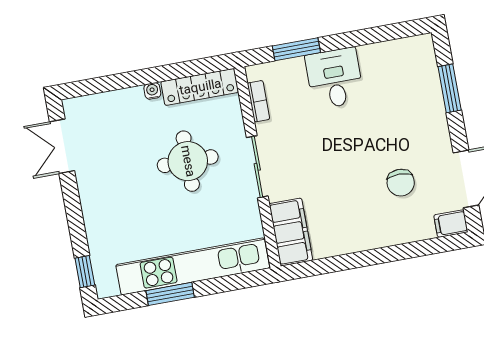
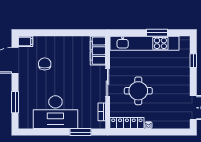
desk: (335, 78) -> (55, 112), width x1.87, depth x1.30
window: (85, 272) -> (193, 61), moved

